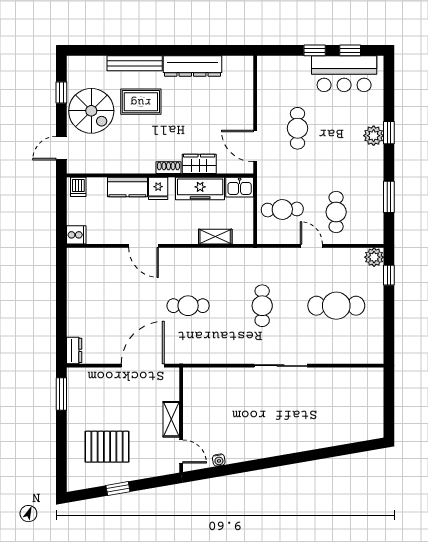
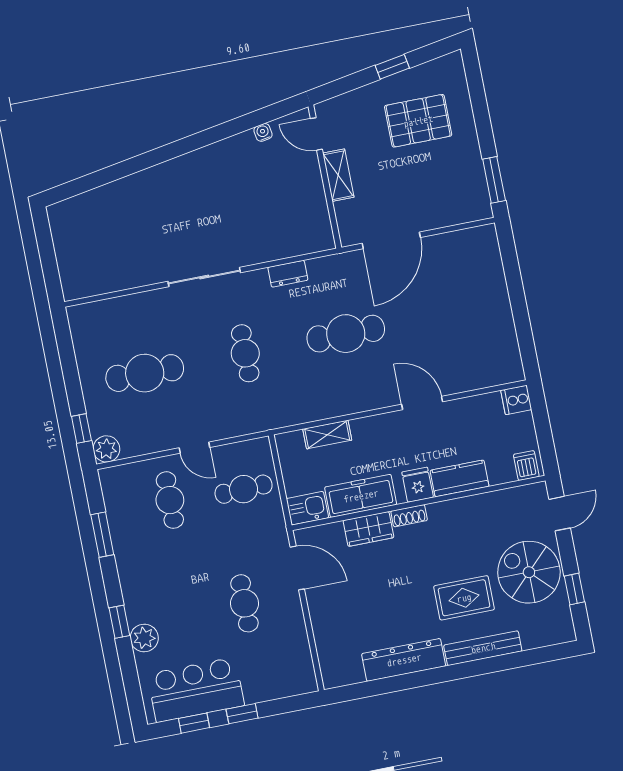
plant: (374, 136) -> (144, 638), moved
cafe table: (188, 306) -> (346, 334), width x1.37, depth x1.35
dresser: (74, 350) -> (288, 274), moved, turned -90

